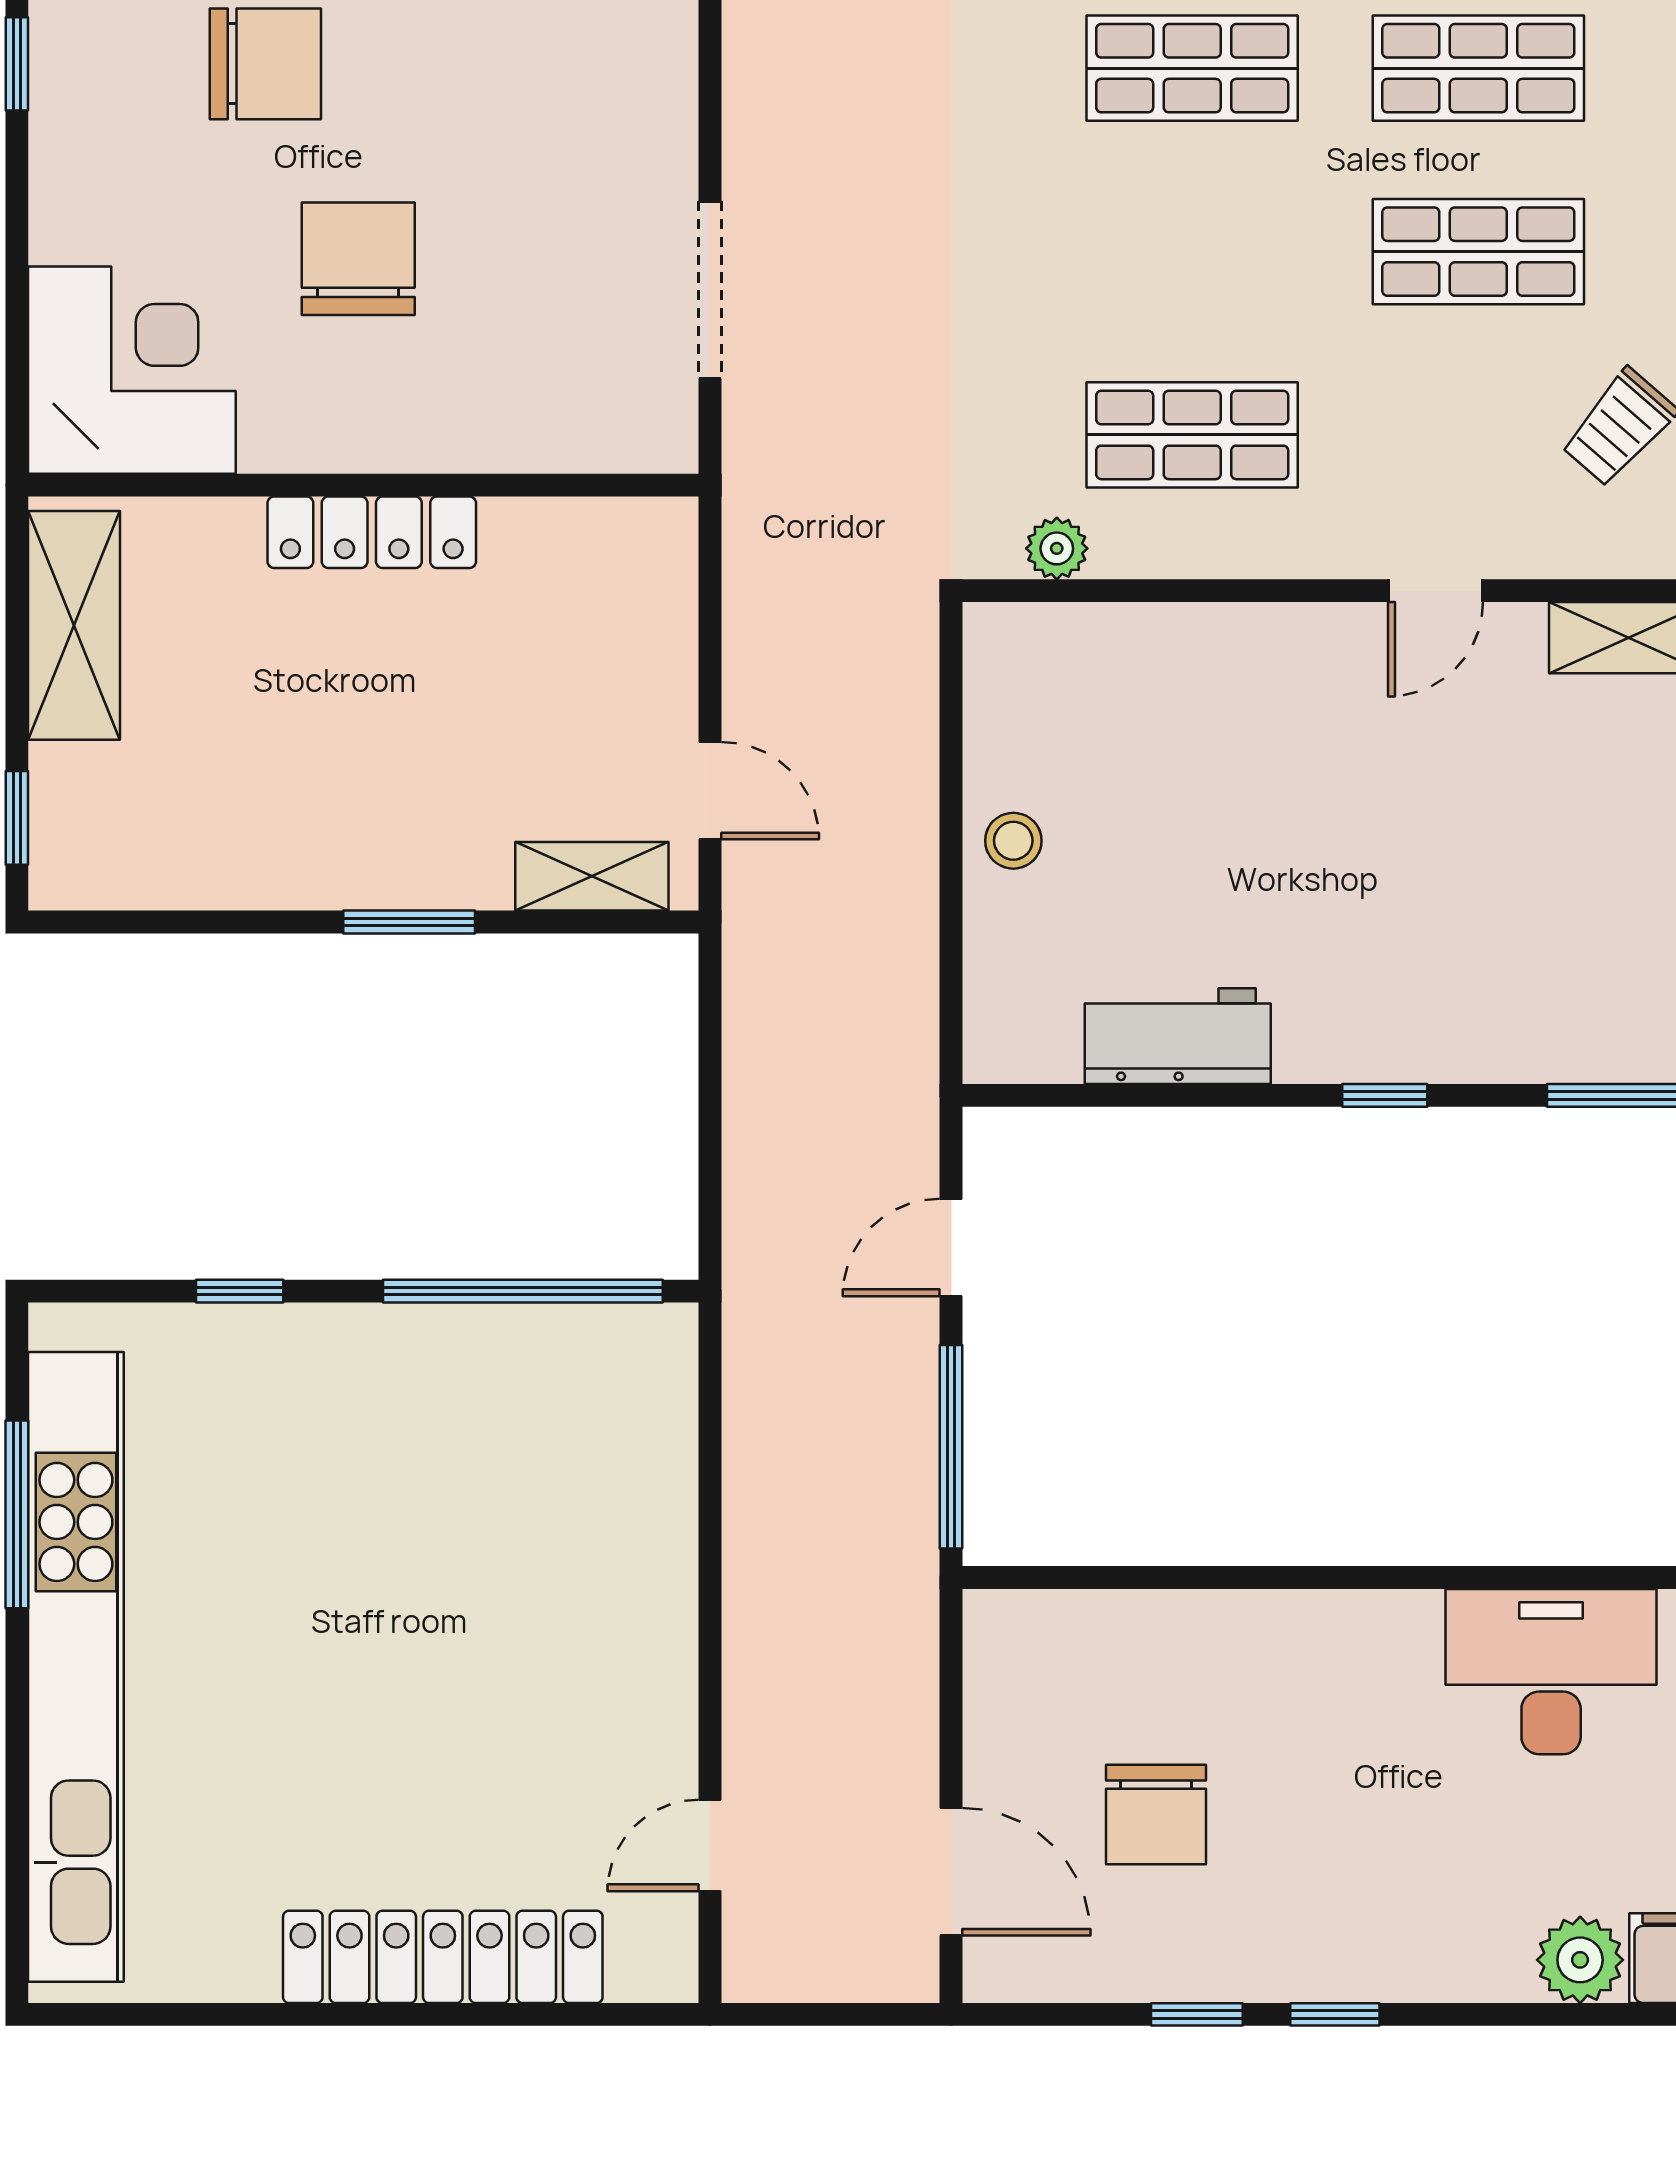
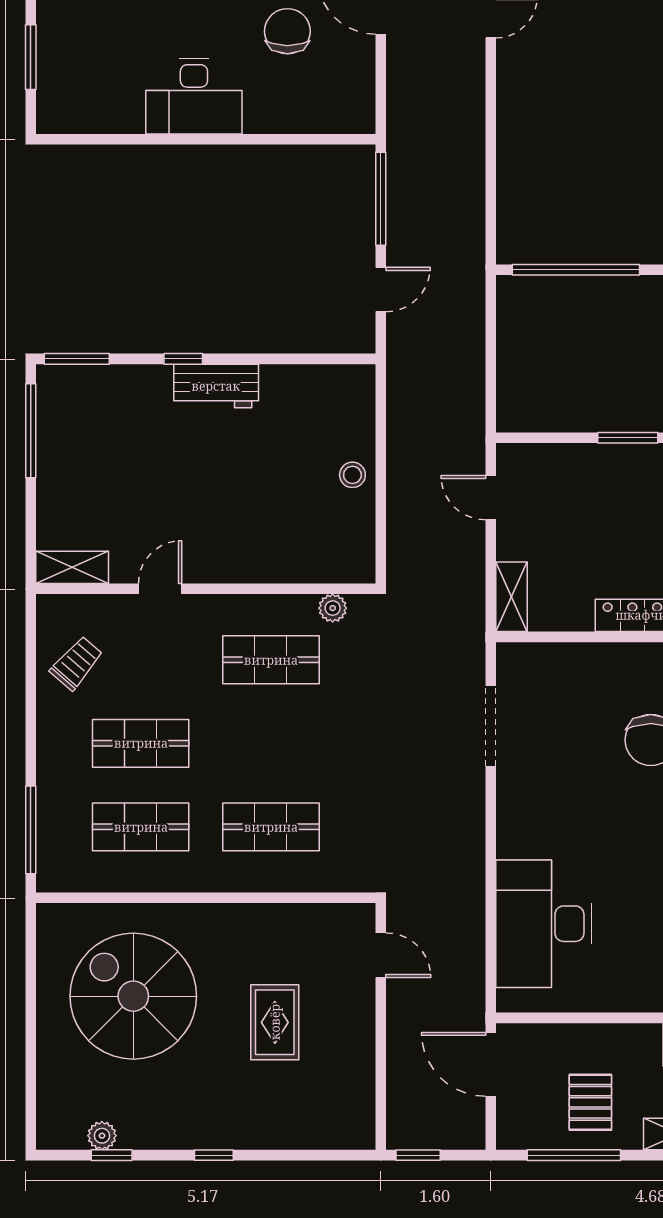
shelving: (592, 876) -> (512, 597), moved, turned 90
workbench: (1178, 1036) -> (216, 386), moved
desk: (1551, 1672) -> (194, 96), moved

